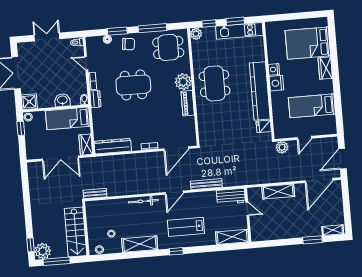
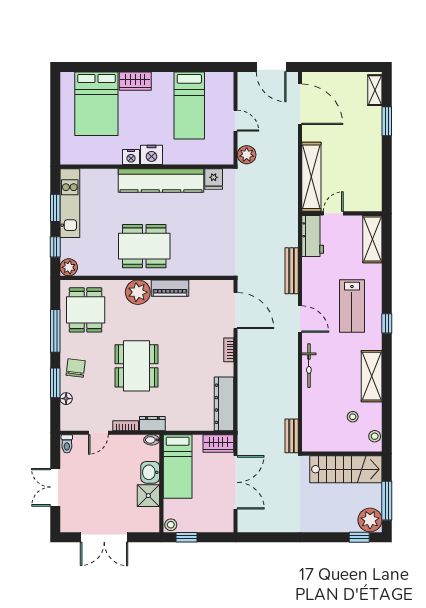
shower: (29, 102) -> (148, 496), moved
shelving: (278, 192) -> (311, 177), width x1.47

